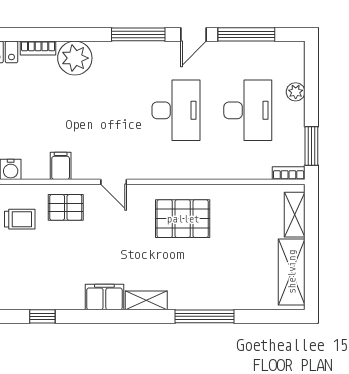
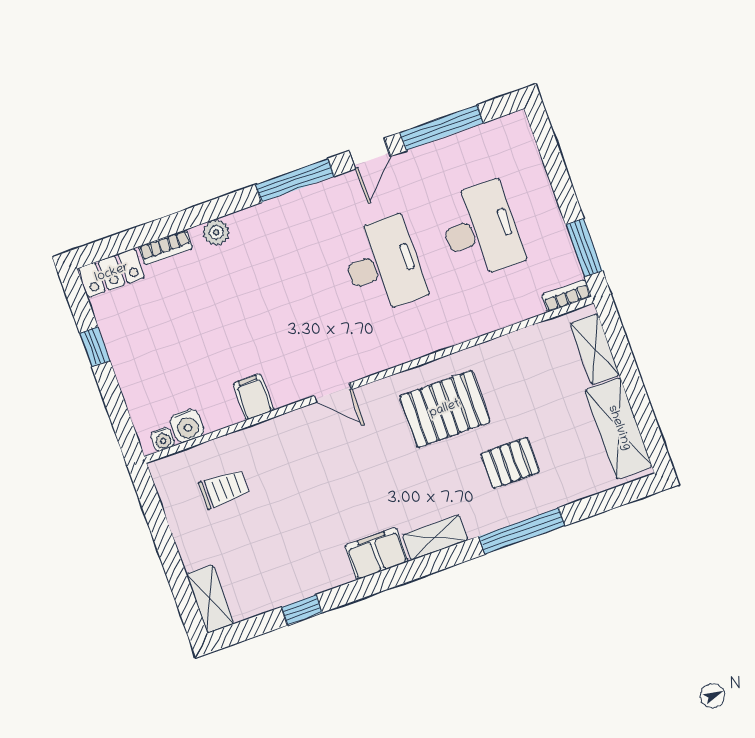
plant: (75, 58) -> (216, 232), width x0.53, depth x0.53
plant: (296, 92) -> (536, 182), removed
pallet: (66, 207) -> (510, 463), moved

